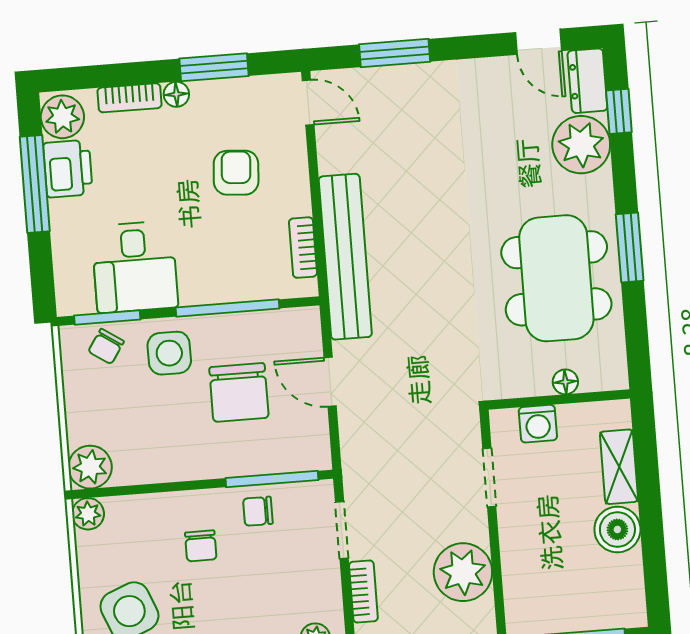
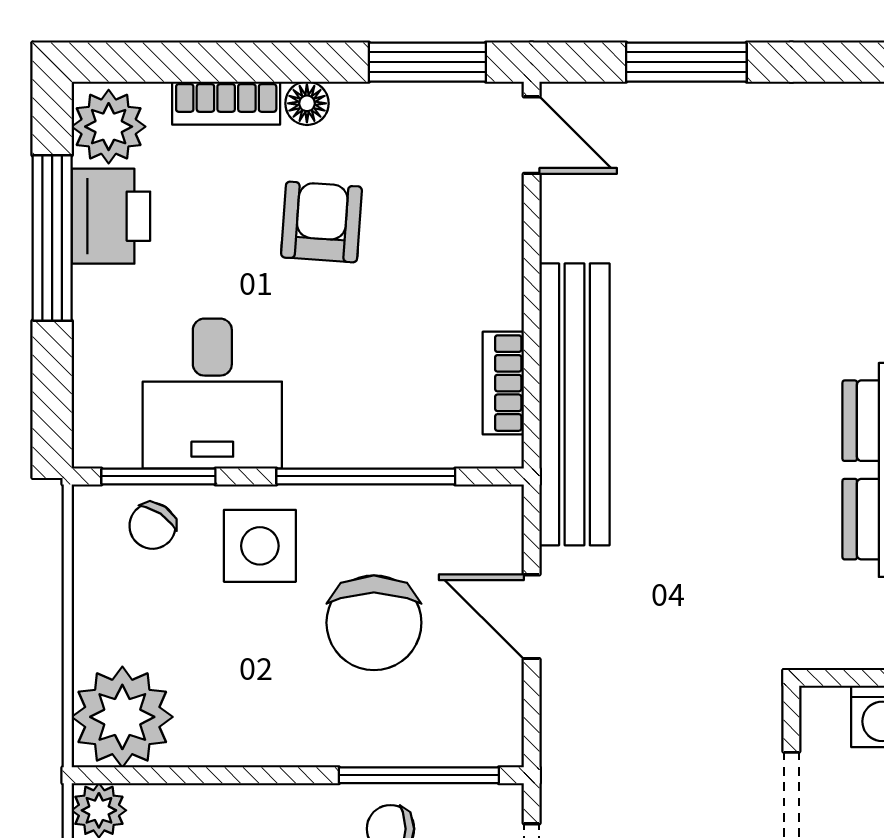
window: (214, 67) -> (427, 62), moved
armchair: (236, 173) -> (322, 222), moved
plant: (90, 467) -> (122, 717), width x1.36, depth x1.36

